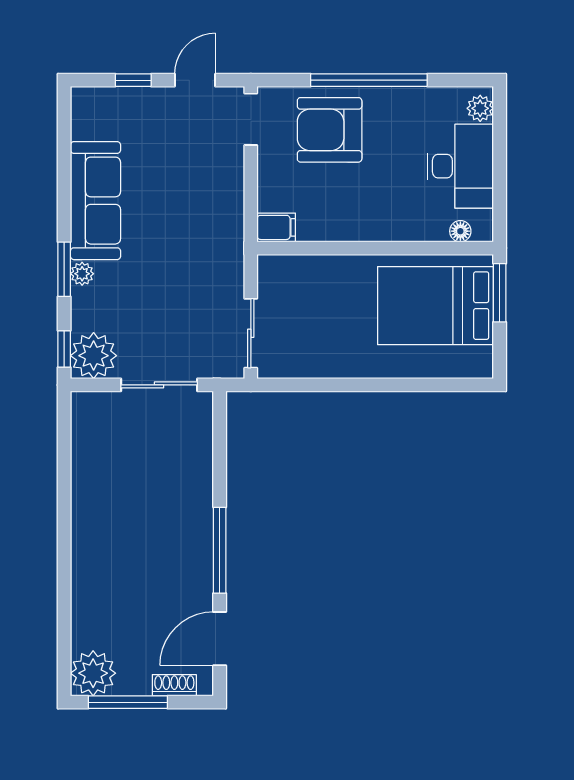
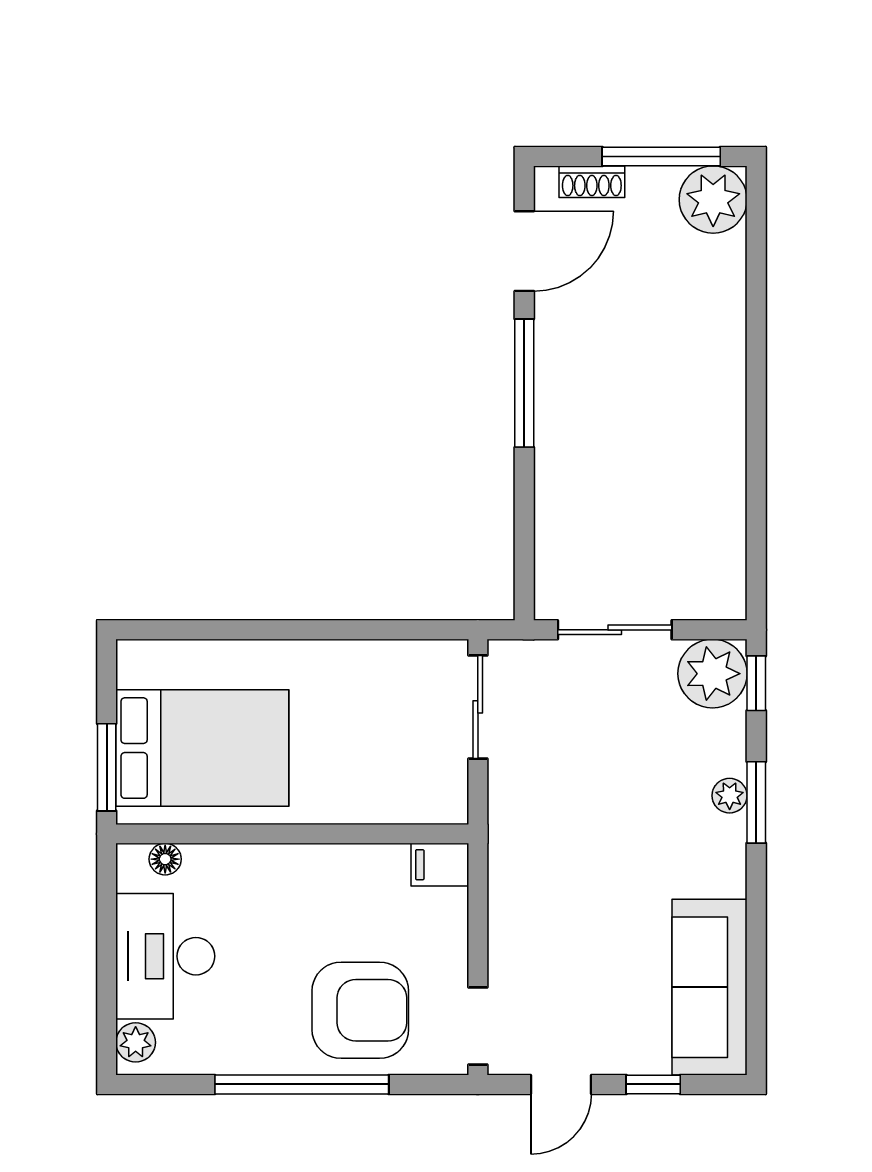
sofa: (95, 201) -> (710, 987), moved

